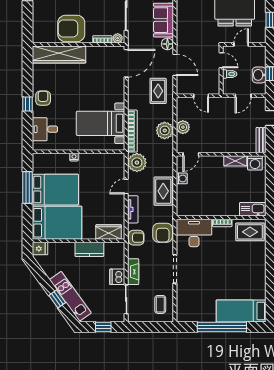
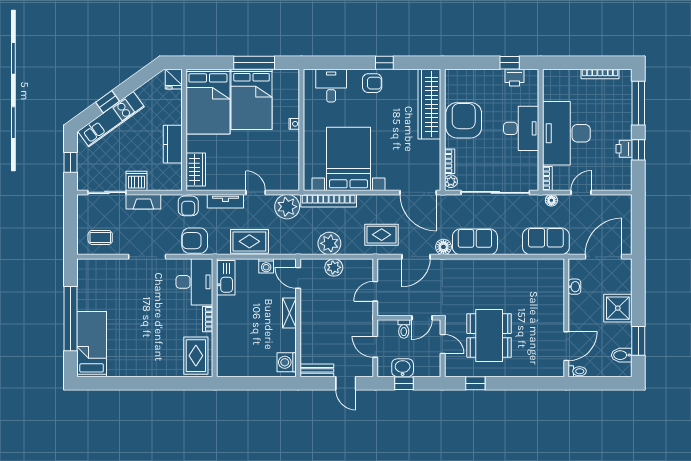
window: (28, 104) -> (384, 63), moved
bed with nightstands: (101, 123) -> (349, 159), width x1.36
shelving: (235, 161) -> (289, 313), moved
kitchen sink: (253, 209) -> (226, 278), moved

